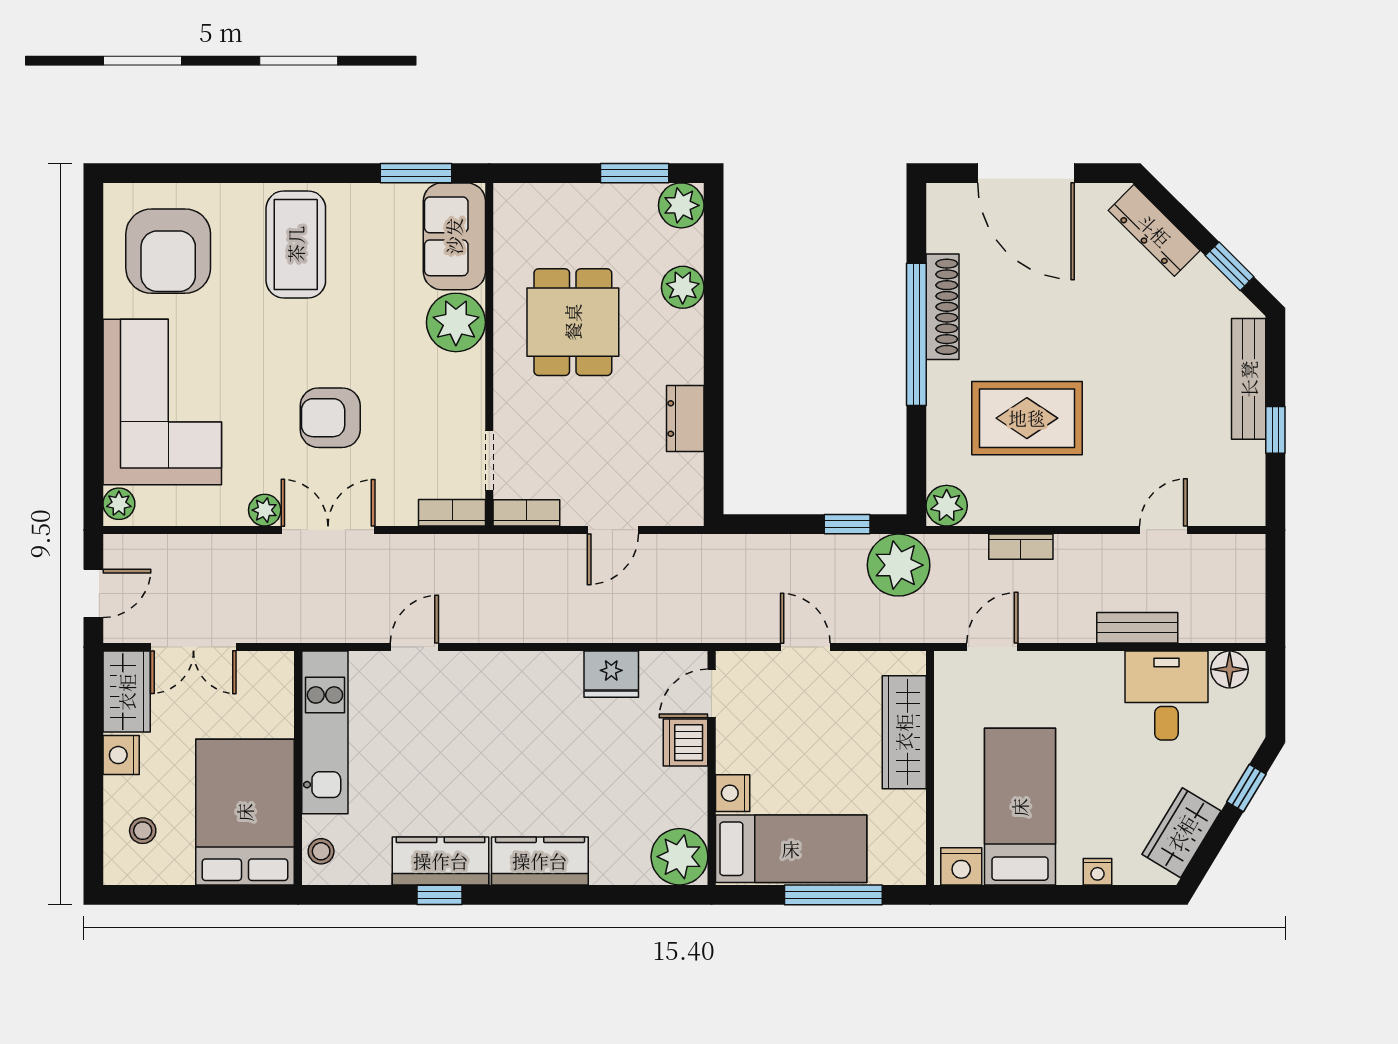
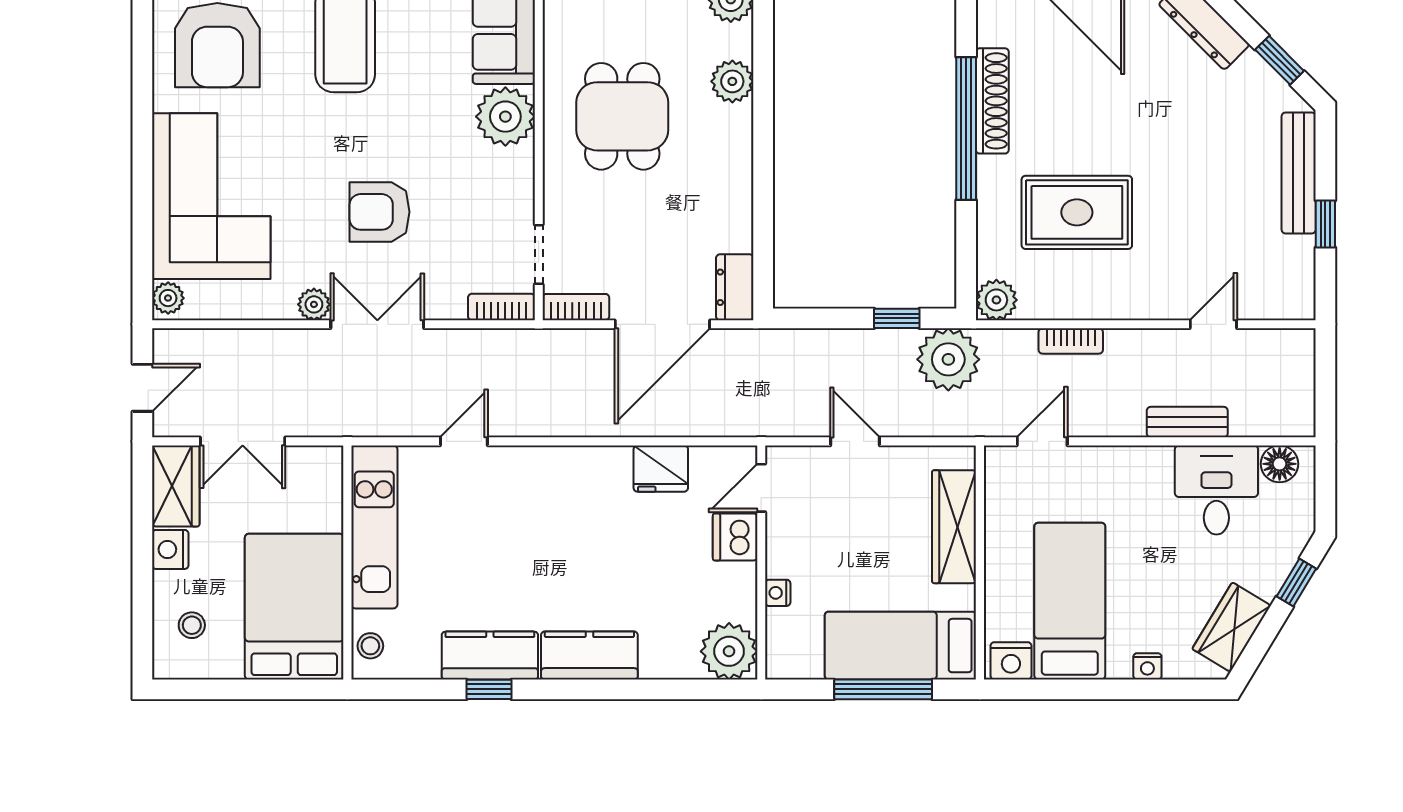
dresser: (685, 419) -> (735, 287), moved
door: (613, 530) -> (662, 324), width x1.88
nightstand: (733, 793) -> (778, 593), width x0.72, depth x0.74
bed: (791, 849) -> (900, 646), moved, turned 180

